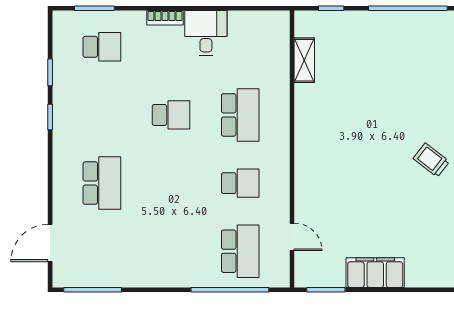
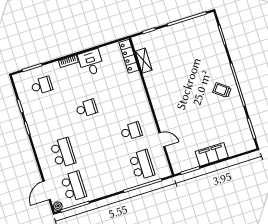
locker: (279, 44) -> (129, 56), added
school desk: (240, 115) -> (74, 186), moved
door: (292, 237) -> (162, 140), moved
plant: (61, 279) -> (58, 206), added

